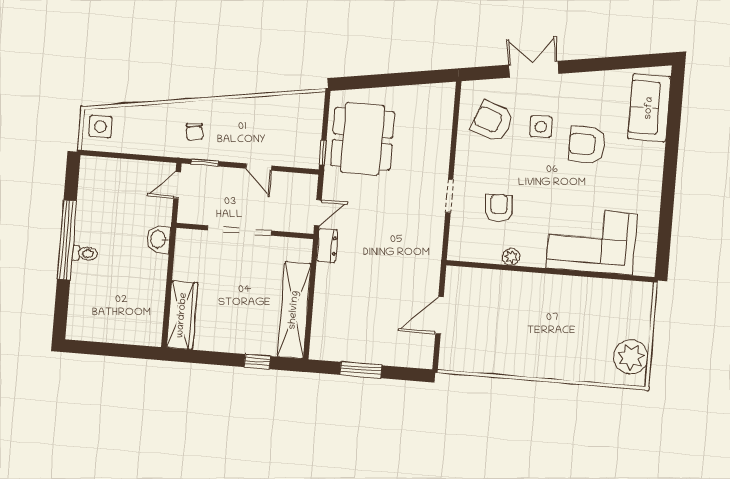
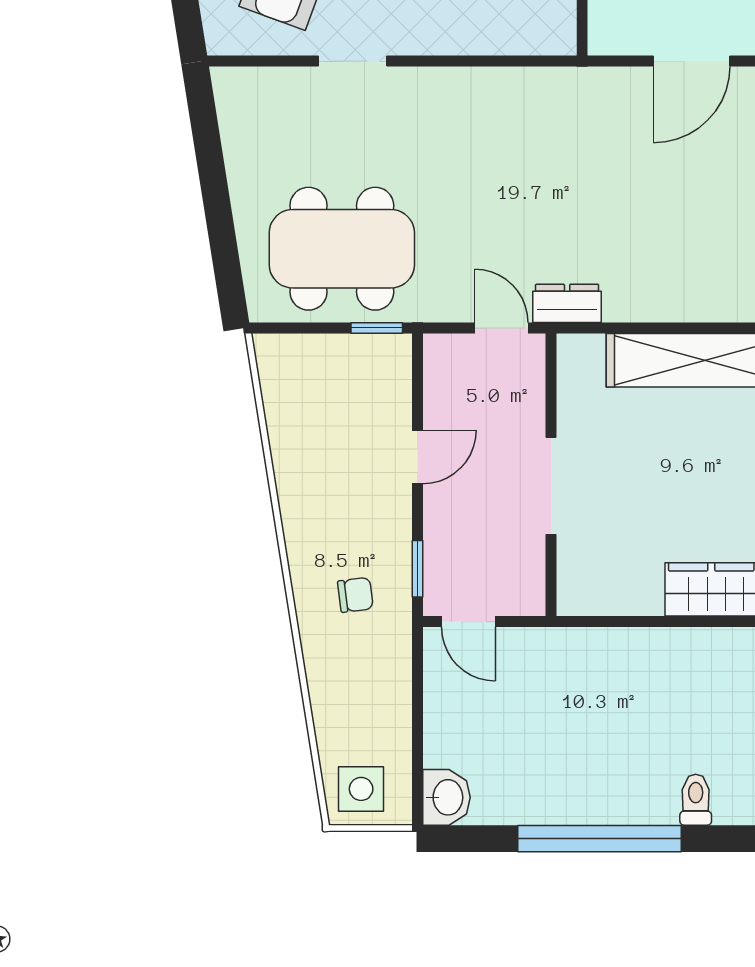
doorway: (449, 196) -> (353, 61), moved
doorway: (239, 231) -> (551, 486), width x0.73
washbasin: (159, 239) -> (447, 797), moved, turned -90
toilet: (85, 253) -> (696, 800), moved
door: (439, 315) -> (692, 61), hinge flipped

